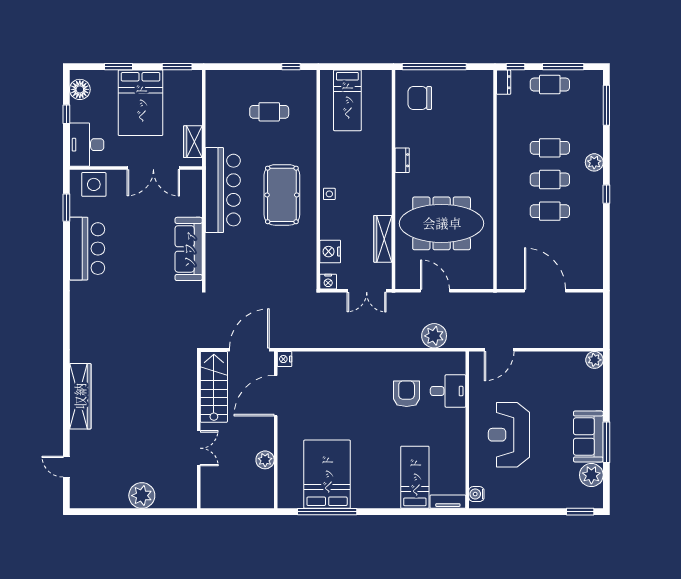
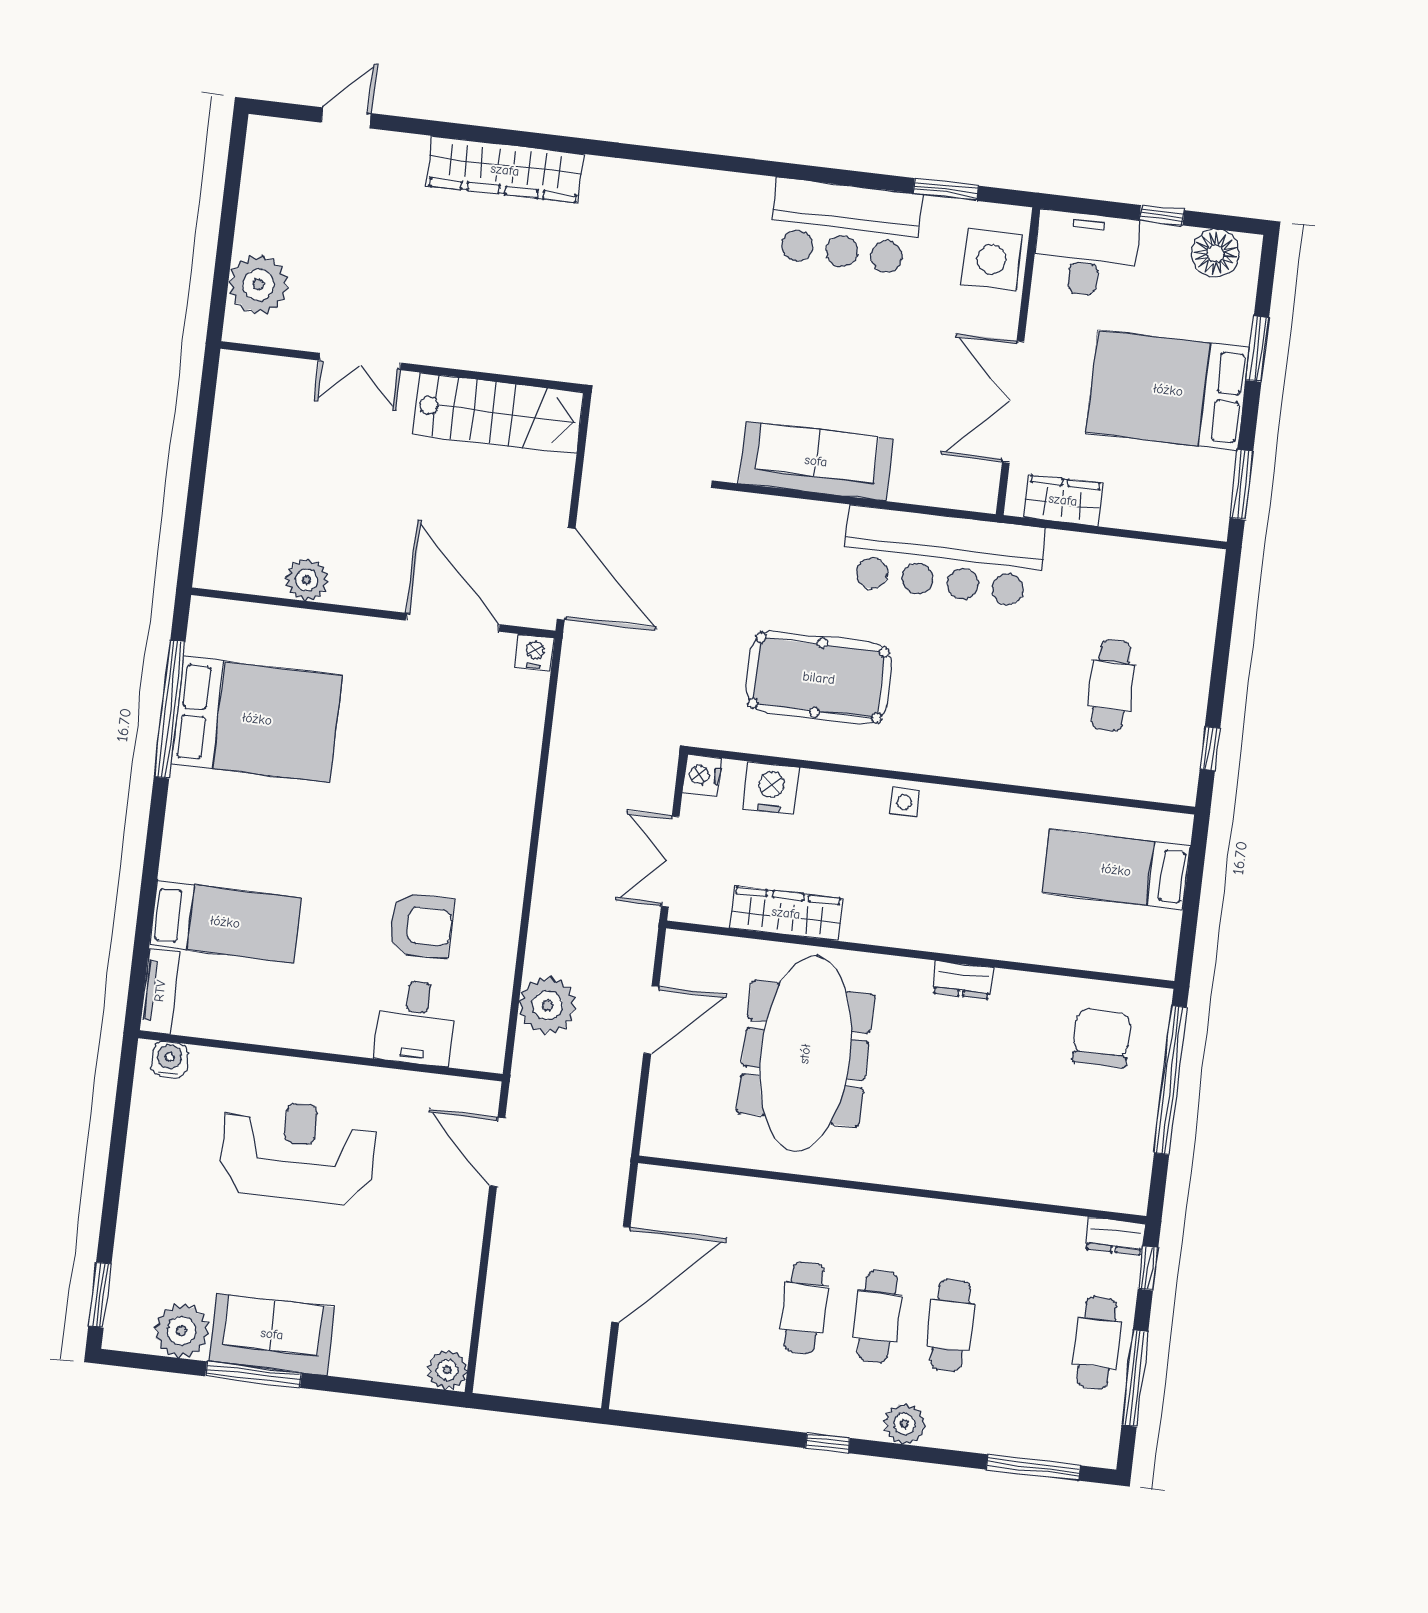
pool table: (282, 195) -> (819, 678), moved
stairs: (214, 387) -> (498, 413), moved
wall: (199, 430) -> (403, 367), moved
double door: (199, 448) -> (360, 362), moved

